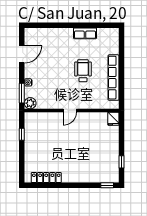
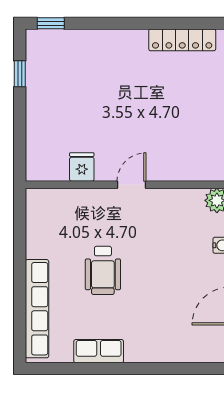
row of seats: (114, 78) -> (37, 309), moved
fridge: (113, 119) -> (82, 167), moved

